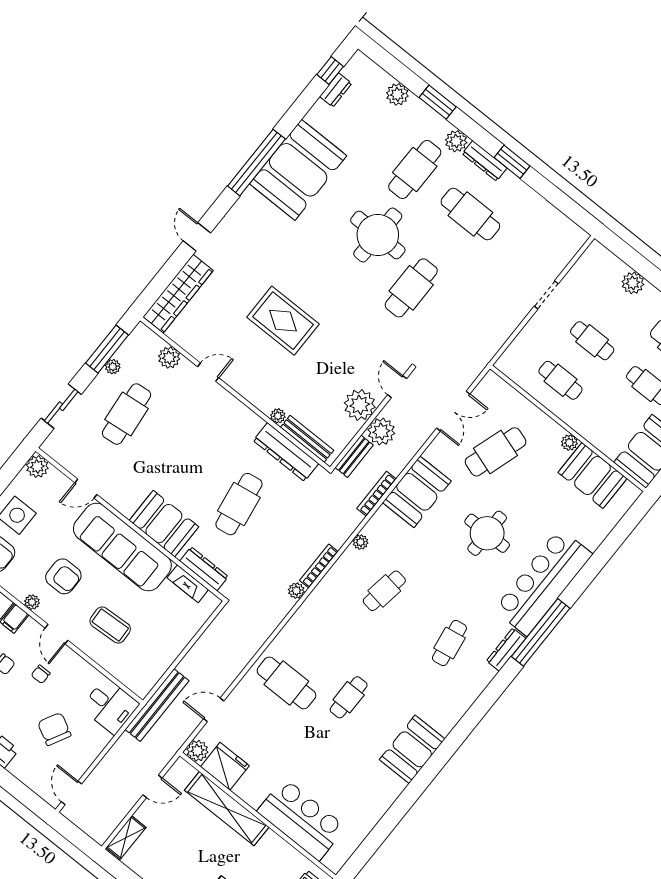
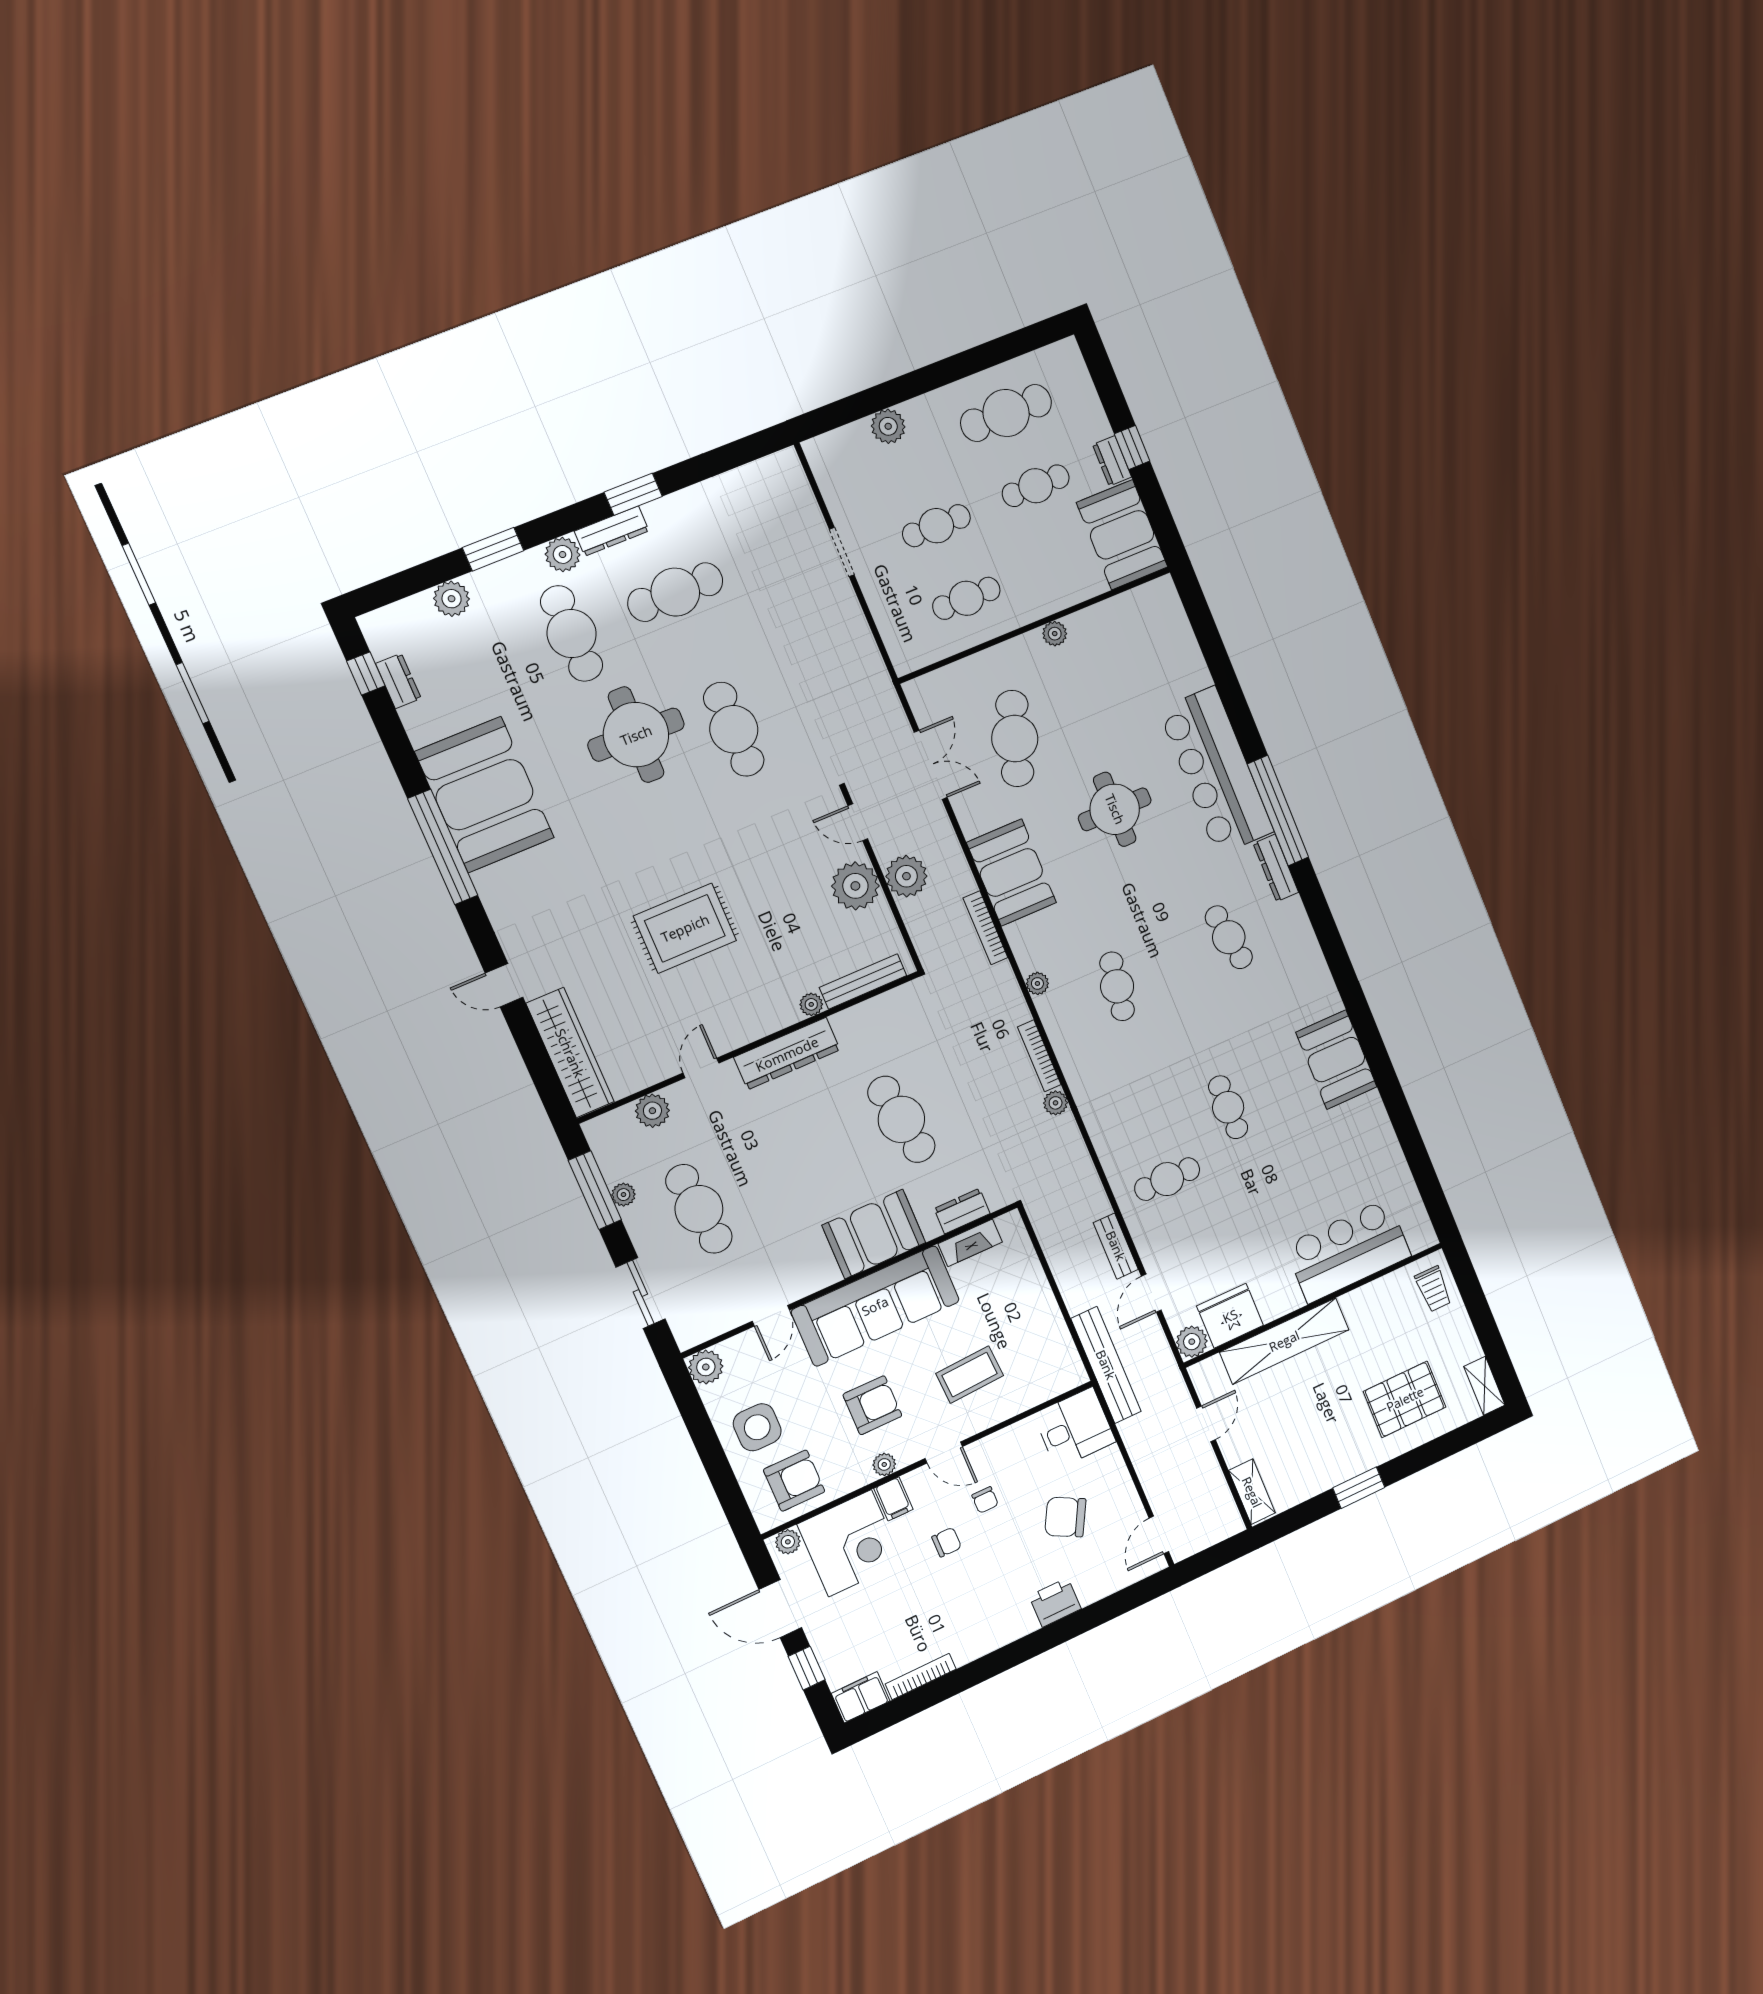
dresser: (286, 452) -> (787, 1054), moved
bench: (354, 456) -> (1116, 1246), moved
booth: (592, 475) -> (1114, 628), removed
dresser: (204, 569) -> (962, 1211), width x0.70
cafe table: (286, 683) -> (1167, 1179), width x0.73, depth x0.74
door: (72, 793) -> (1159, 1535), hinge flipped

